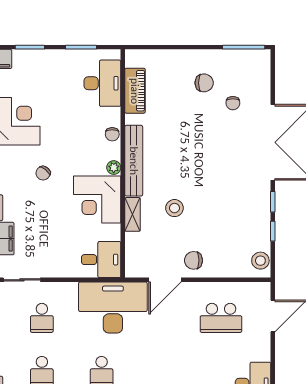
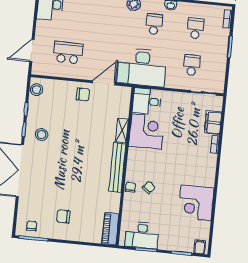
desk: (102, 83) -> (142, 235), moved, turned -90
piano: (135, 91) -> (110, 229), moved
chair: (233, 103) -> (32, 226), moved
plant: (114, 167) -> (132, 164), removed
chair: (43, 173) -> (149, 187), moved
corner desk: (97, 199) -> (146, 131), moved
stool: (174, 208) -> (41, 135), moved

